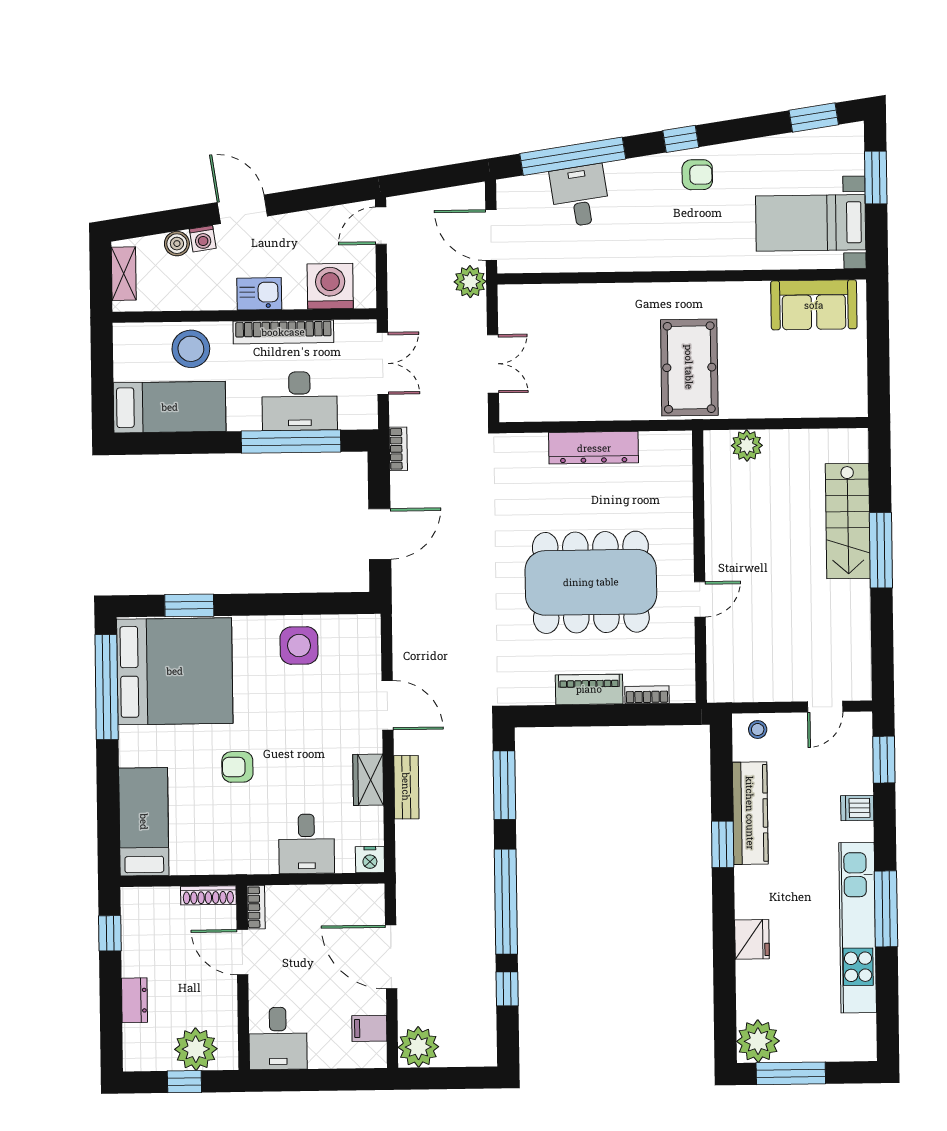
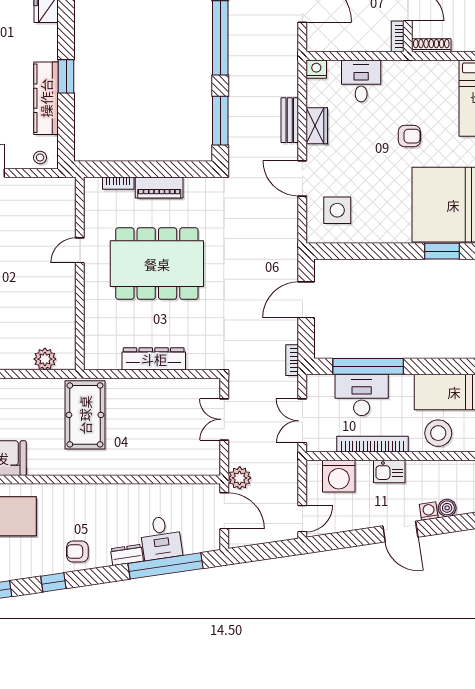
window: (681, 139) -> (53, 582), moved
dresser: (627, 171) -> (127, 555), added
side table: (299, 645) -> (337, 210), moved

